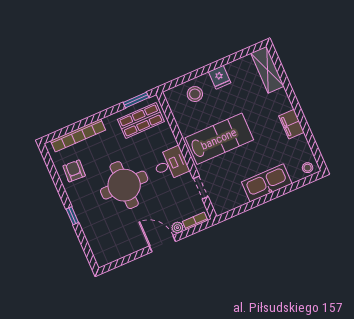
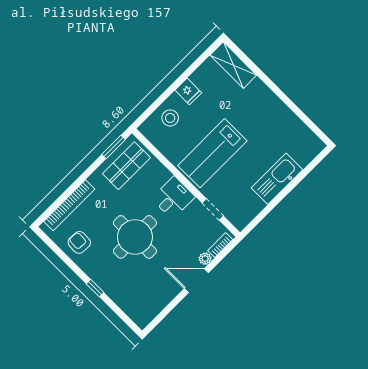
filing cabinet: (292, 124) -> (279, 110), removed
lab bench: (219, 139) -> (212, 153), turned 180
stool: (308, 168) -> (312, 147), removed

